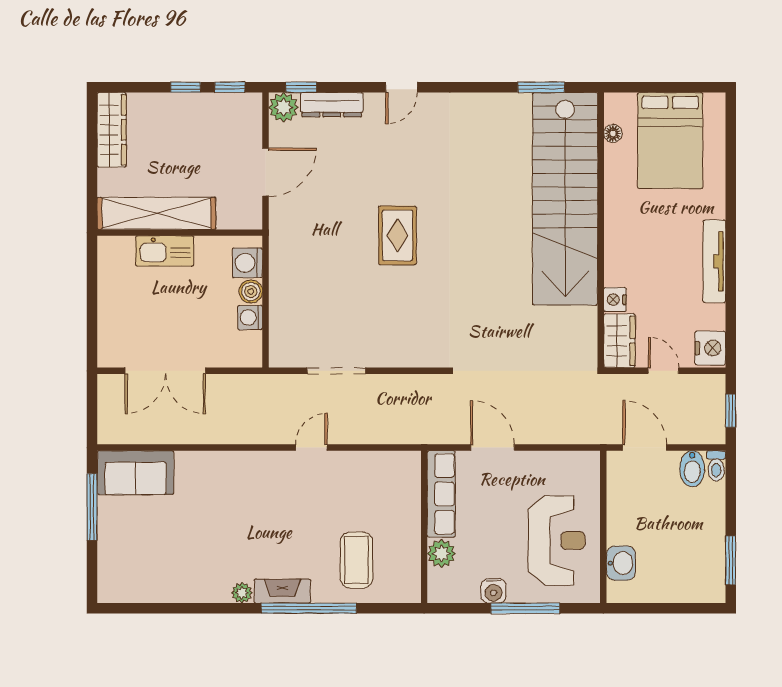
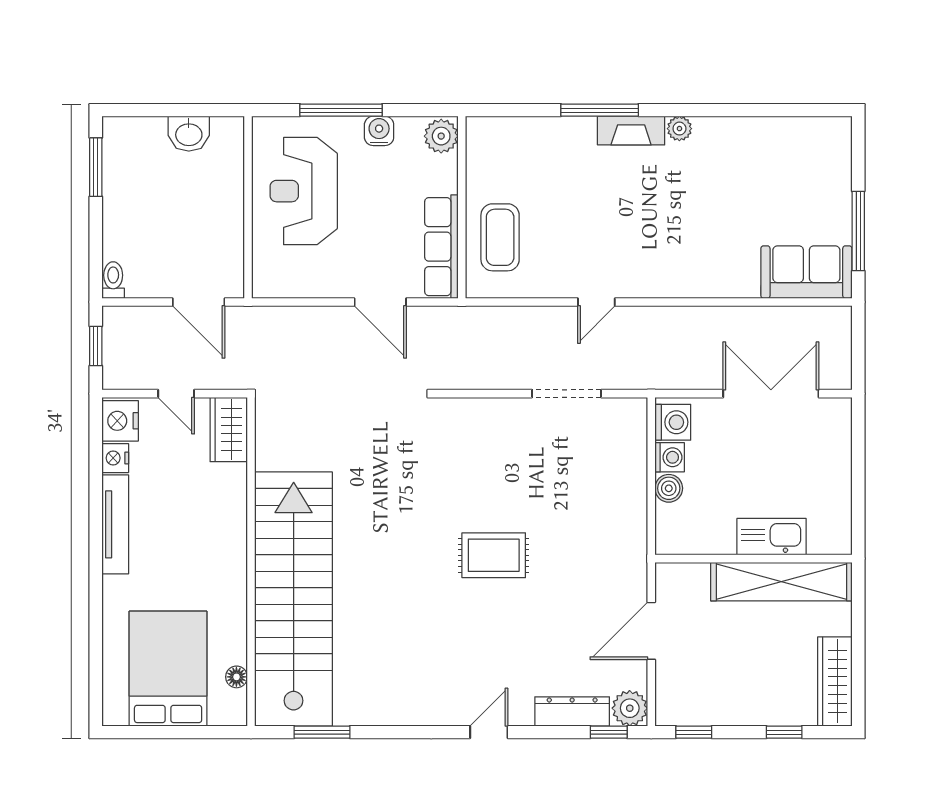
window: (186, 87) -> (784, 732), moved
rug: (397, 235) -> (494, 555), turned 90
washing machine: (247, 263) -> (673, 422), moved
nightstand: (615, 300) -> (115, 458), moved, turned 180
bidet: (692, 469) -> (142, 277), removed
plant: (441, 553) -> (441, 136), moved
coffee table: (356, 560) -> (500, 237), moved
washbasin: (621, 563) -> (189, 134), moved, turned -90
window: (309, 608) -> (600, 110), width x0.68

